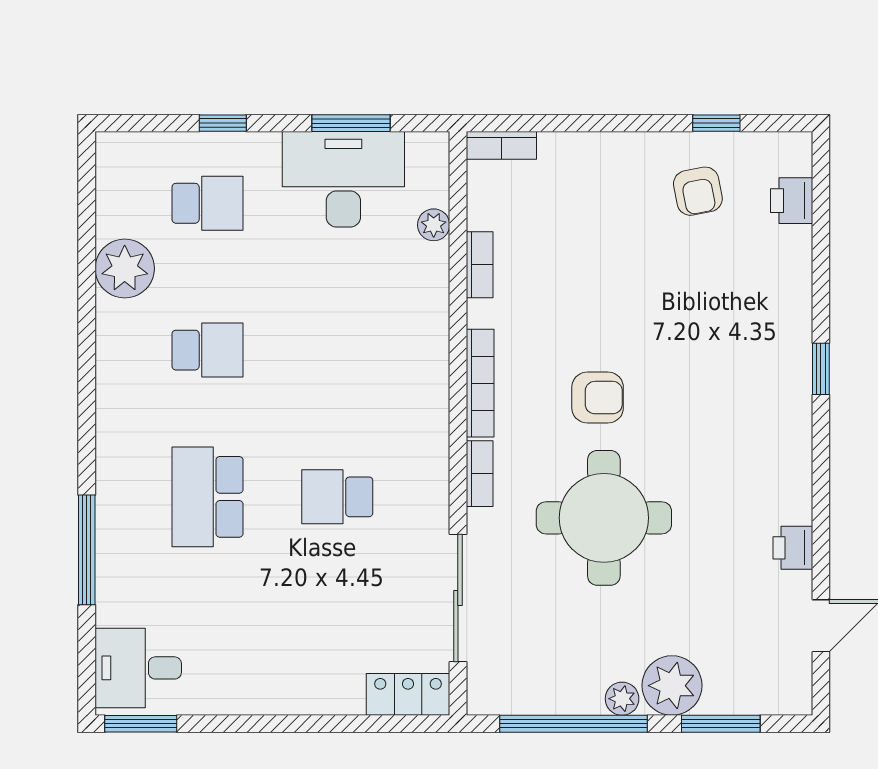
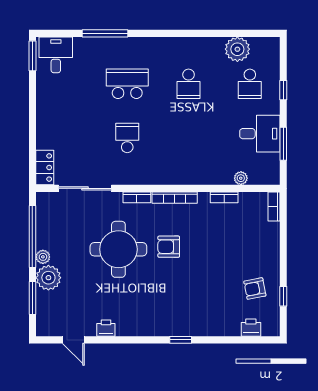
desk: (343, 179) -> (260, 134), width x0.73
plant: (125, 269) -> (237, 49), moved
armchair: (598, 398) -> (169, 247), turned 90

